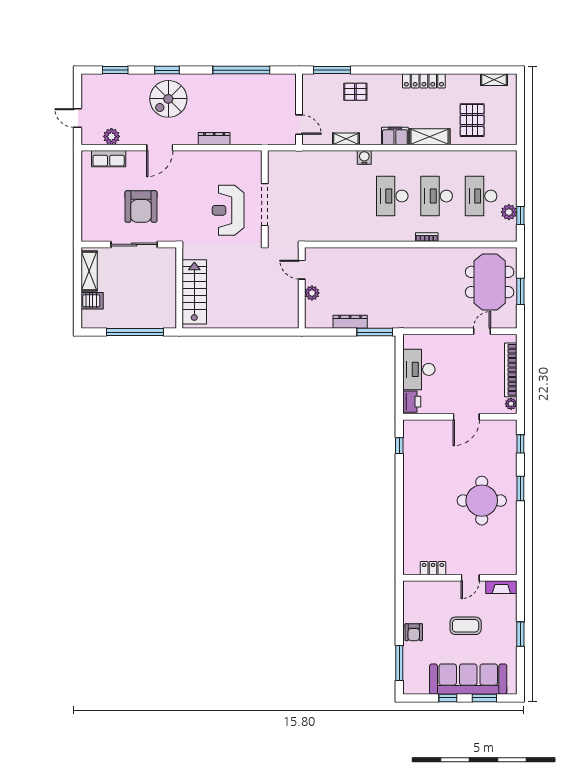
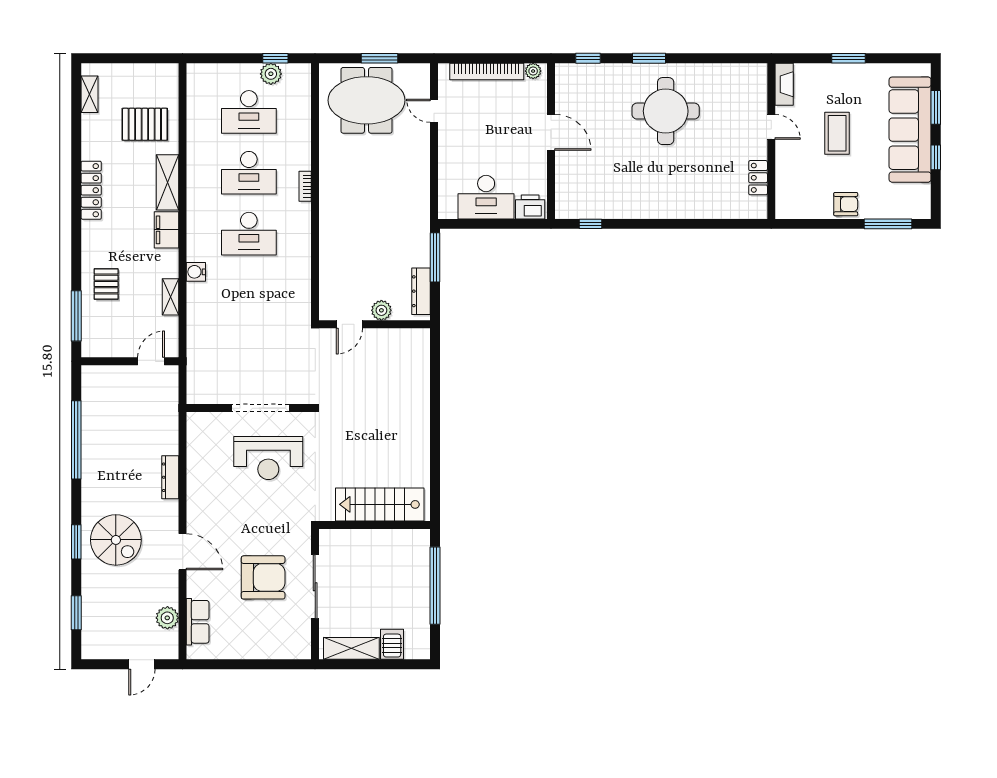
door: (302, 270) -> (349, 324), moved
wall: (302, 288) -> (375, 324), moved
plant: (312, 293) -> (381, 310), moved

